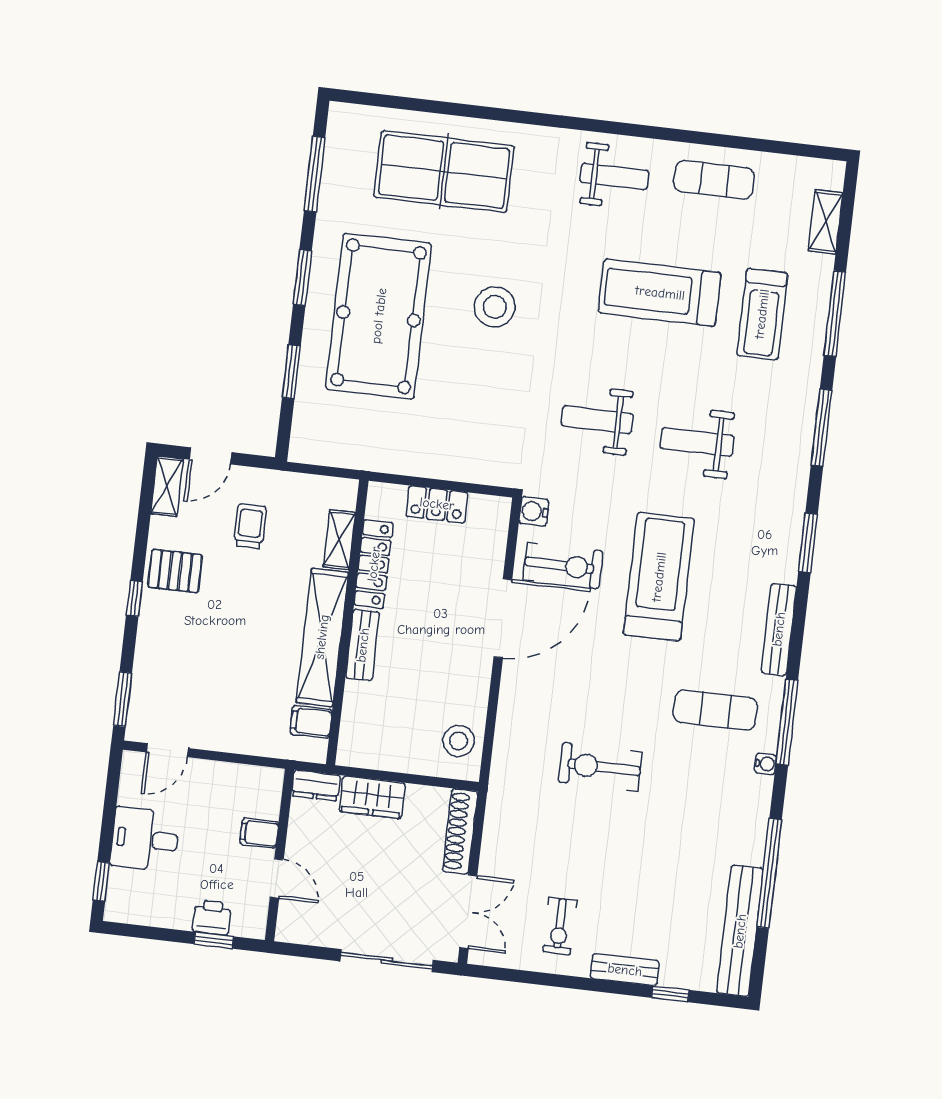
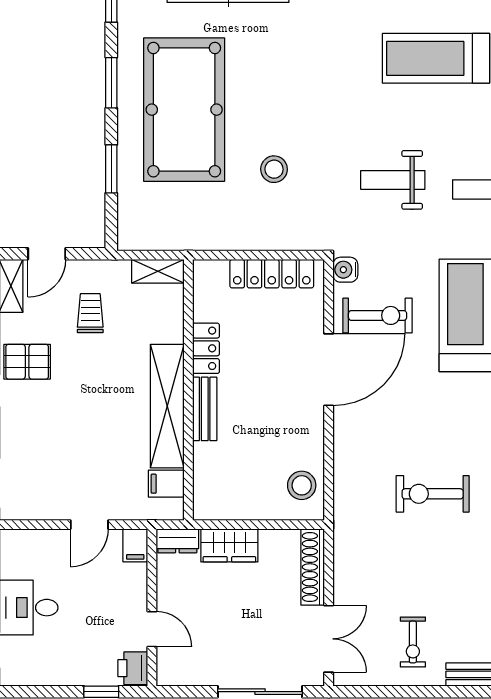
stool: (495, 307) -> (274, 169), moved, width x0.73, depth x0.73
locker: (437, 504) -> (272, 274), width x1.53
shelving: (339, 540) -> (158, 271), moved, turned 90
locker: (374, 564) -> (206, 348), width x0.66
door: (167, 750) -> (89, 525), moved
filing cabinet: (259, 833) -> (135, 545), moved, turned -90
printer: (212, 917) -> (133, 668), moved, turned -90

